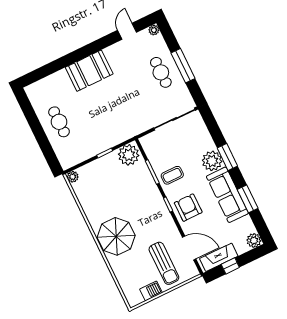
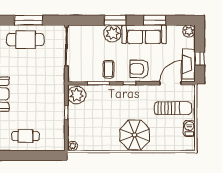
cafe table: (161, 72) -> (26, 40), width x1.37, depth x1.35

